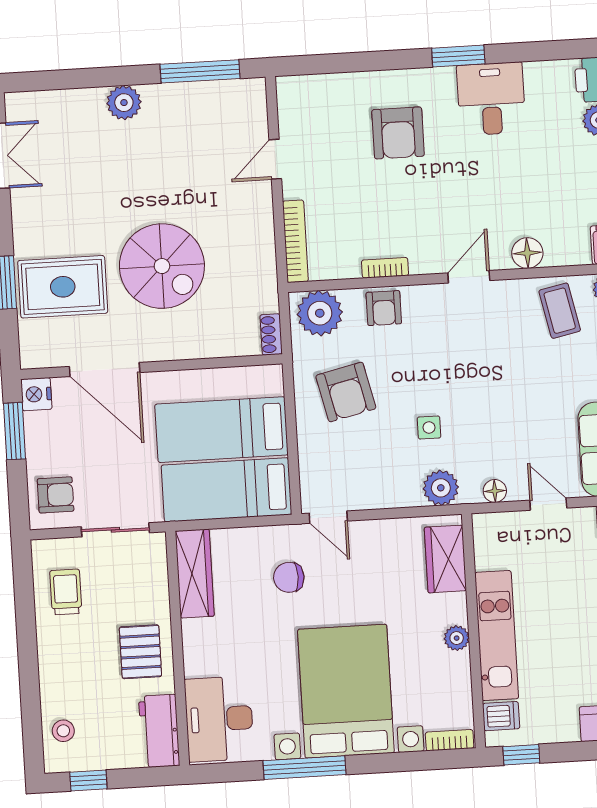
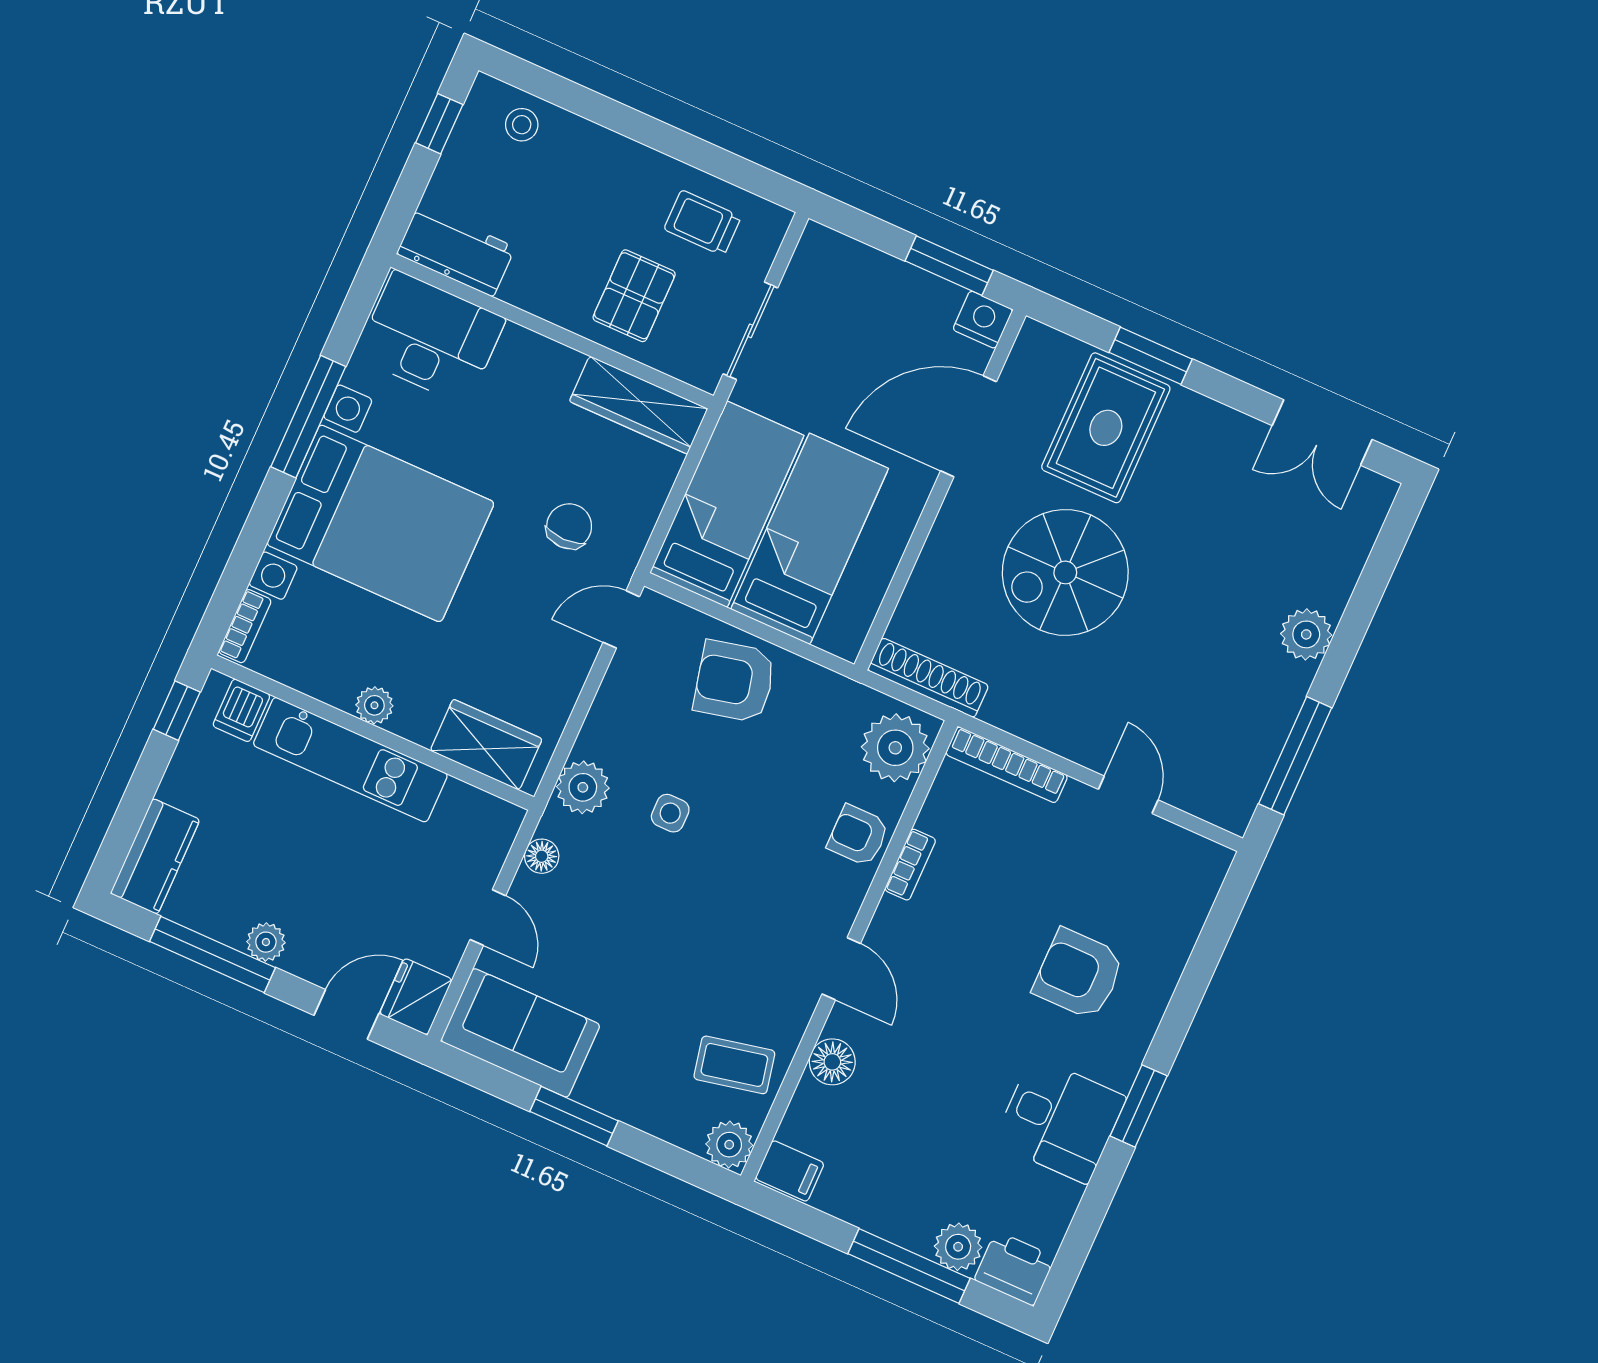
shoe rack: (271, 334) -> (928, 678), width x1.94, depth x1.24
armchair: (346, 392) -> (735, 681), moved
armchair: (56, 495) -> (837, 276), removed
door: (548, 504) -> (488, 918), hinge flipped
trolley: (66, 592) -> (703, 223), turned 180
pallet: (140, 652) -> (634, 296), moved, turned 90

